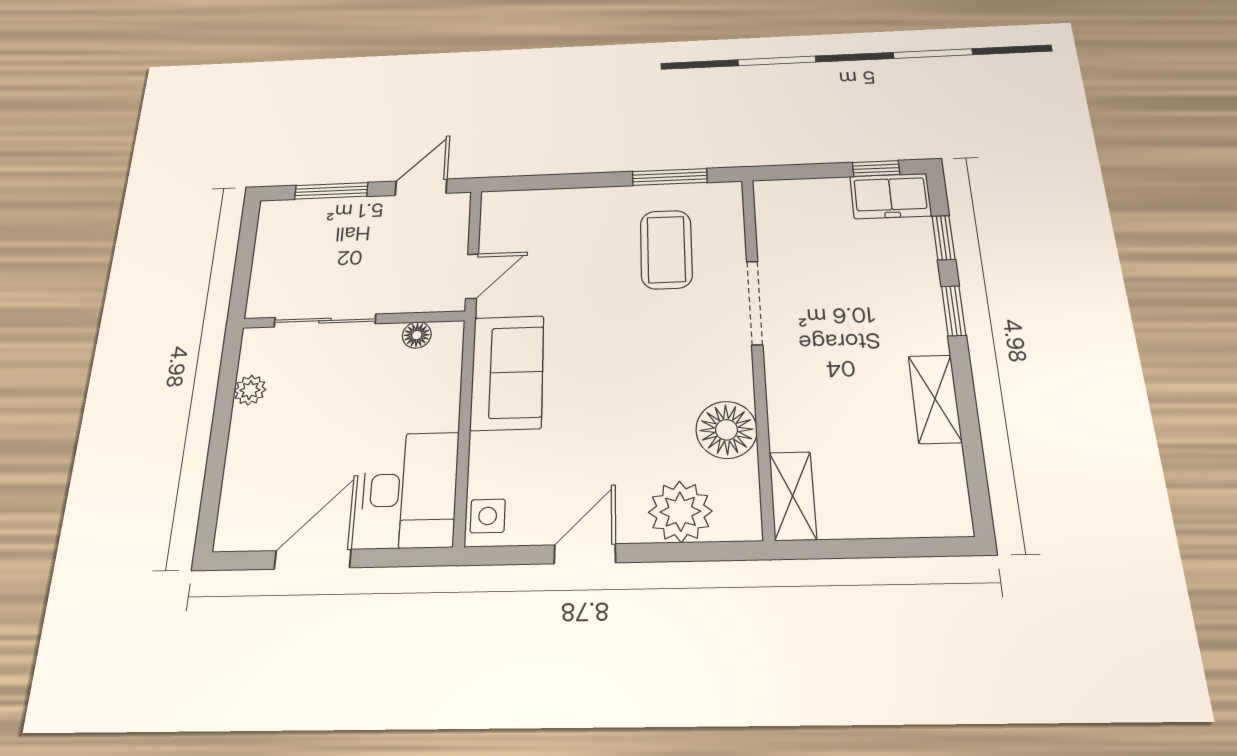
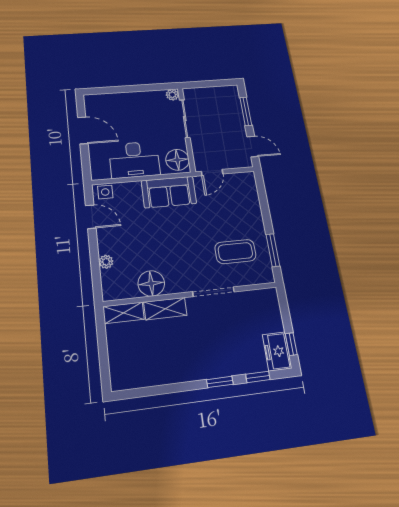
door: (472, 276) -> (212, 173), hinge flipped
floor lamp: (417, 335) -> (177, 160), width x1.89, depth x1.89
plant: (250, 390) -> (172, 95), moved
shelving: (935, 399) -> (165, 309), moved
desk: (410, 490) -> (134, 160), moved
plant: (680, 512) -> (106, 262), width x0.53, depth x0.53
door: (585, 554) -> (91, 217), moved

